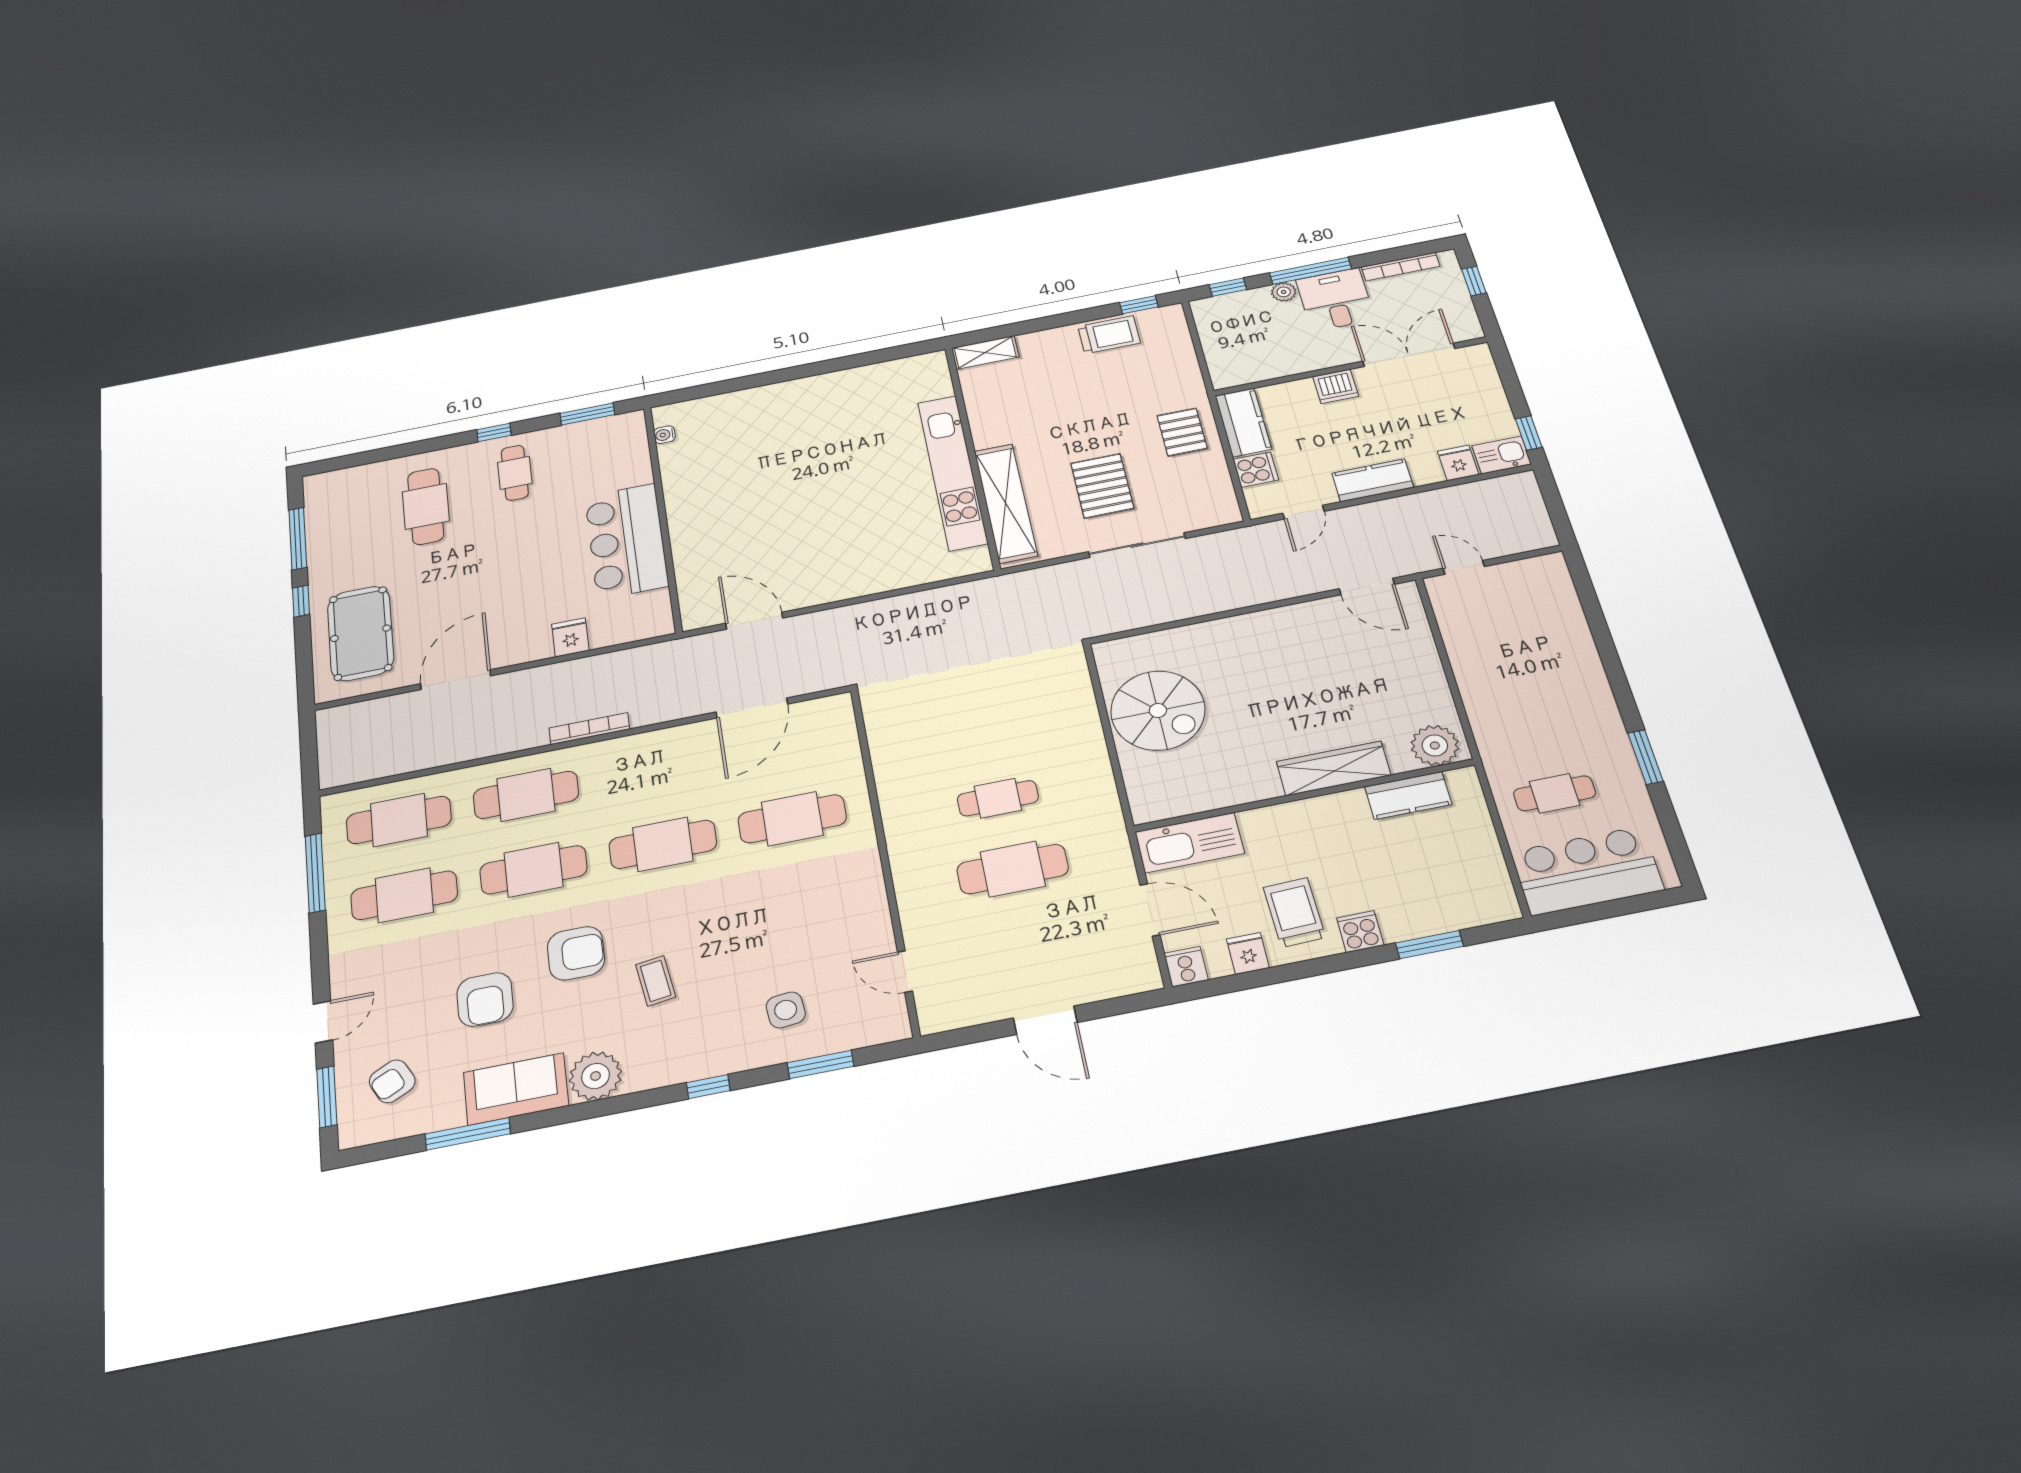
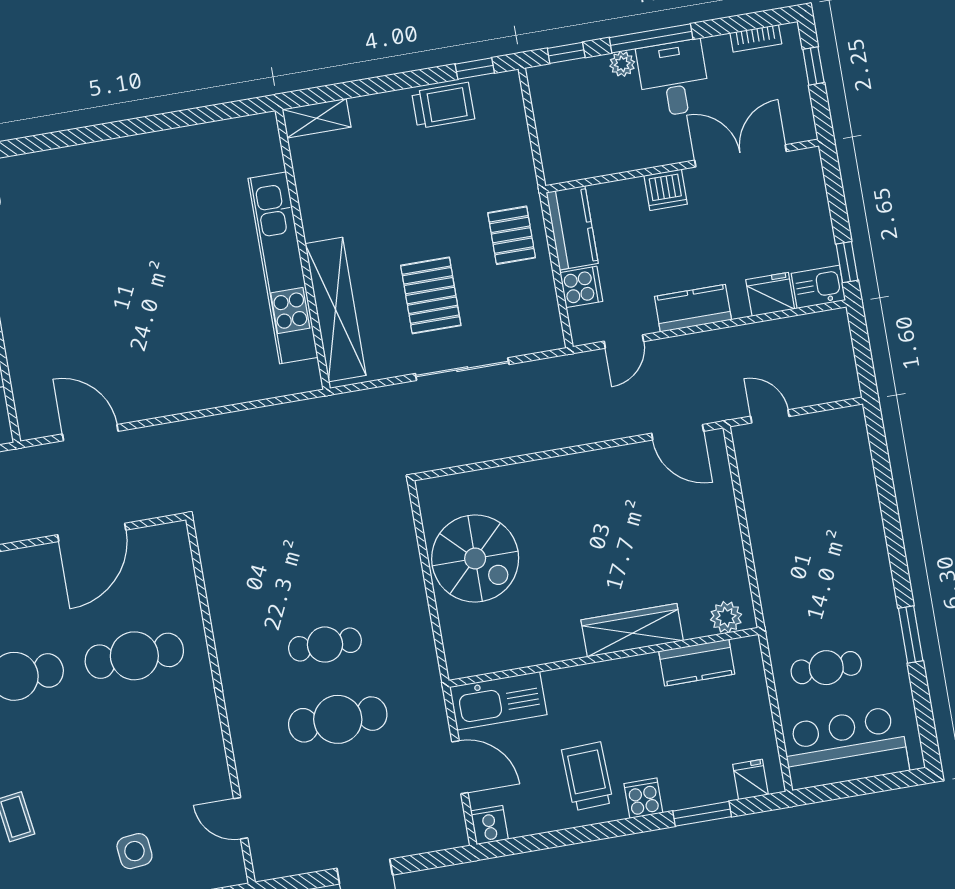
bookcase: (1401, 267) -> (756, 38), width x0.64
fridge: (1458, 463) -> (770, 294), width x1.38
plant: (1435, 745) -> (726, 617), width x0.73, depth x0.73
fridge: (1248, 953) -> (750, 780), moved

